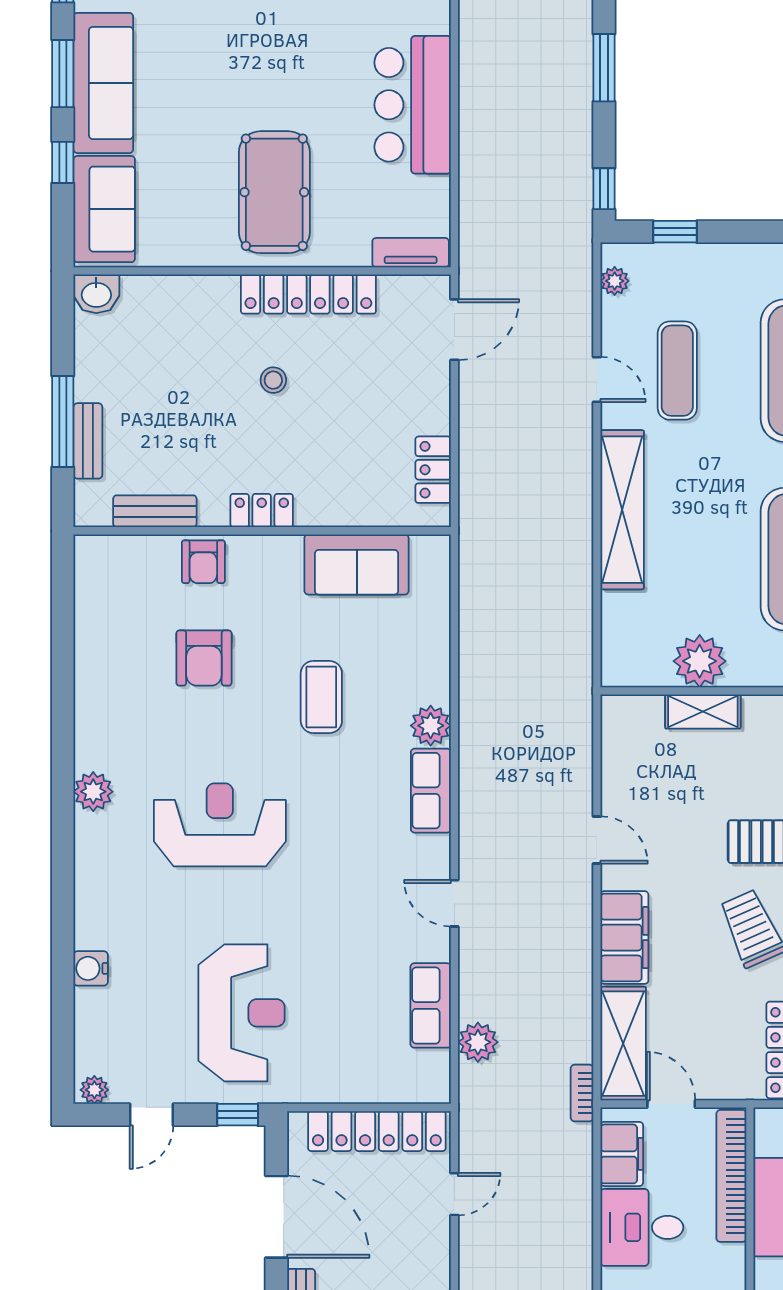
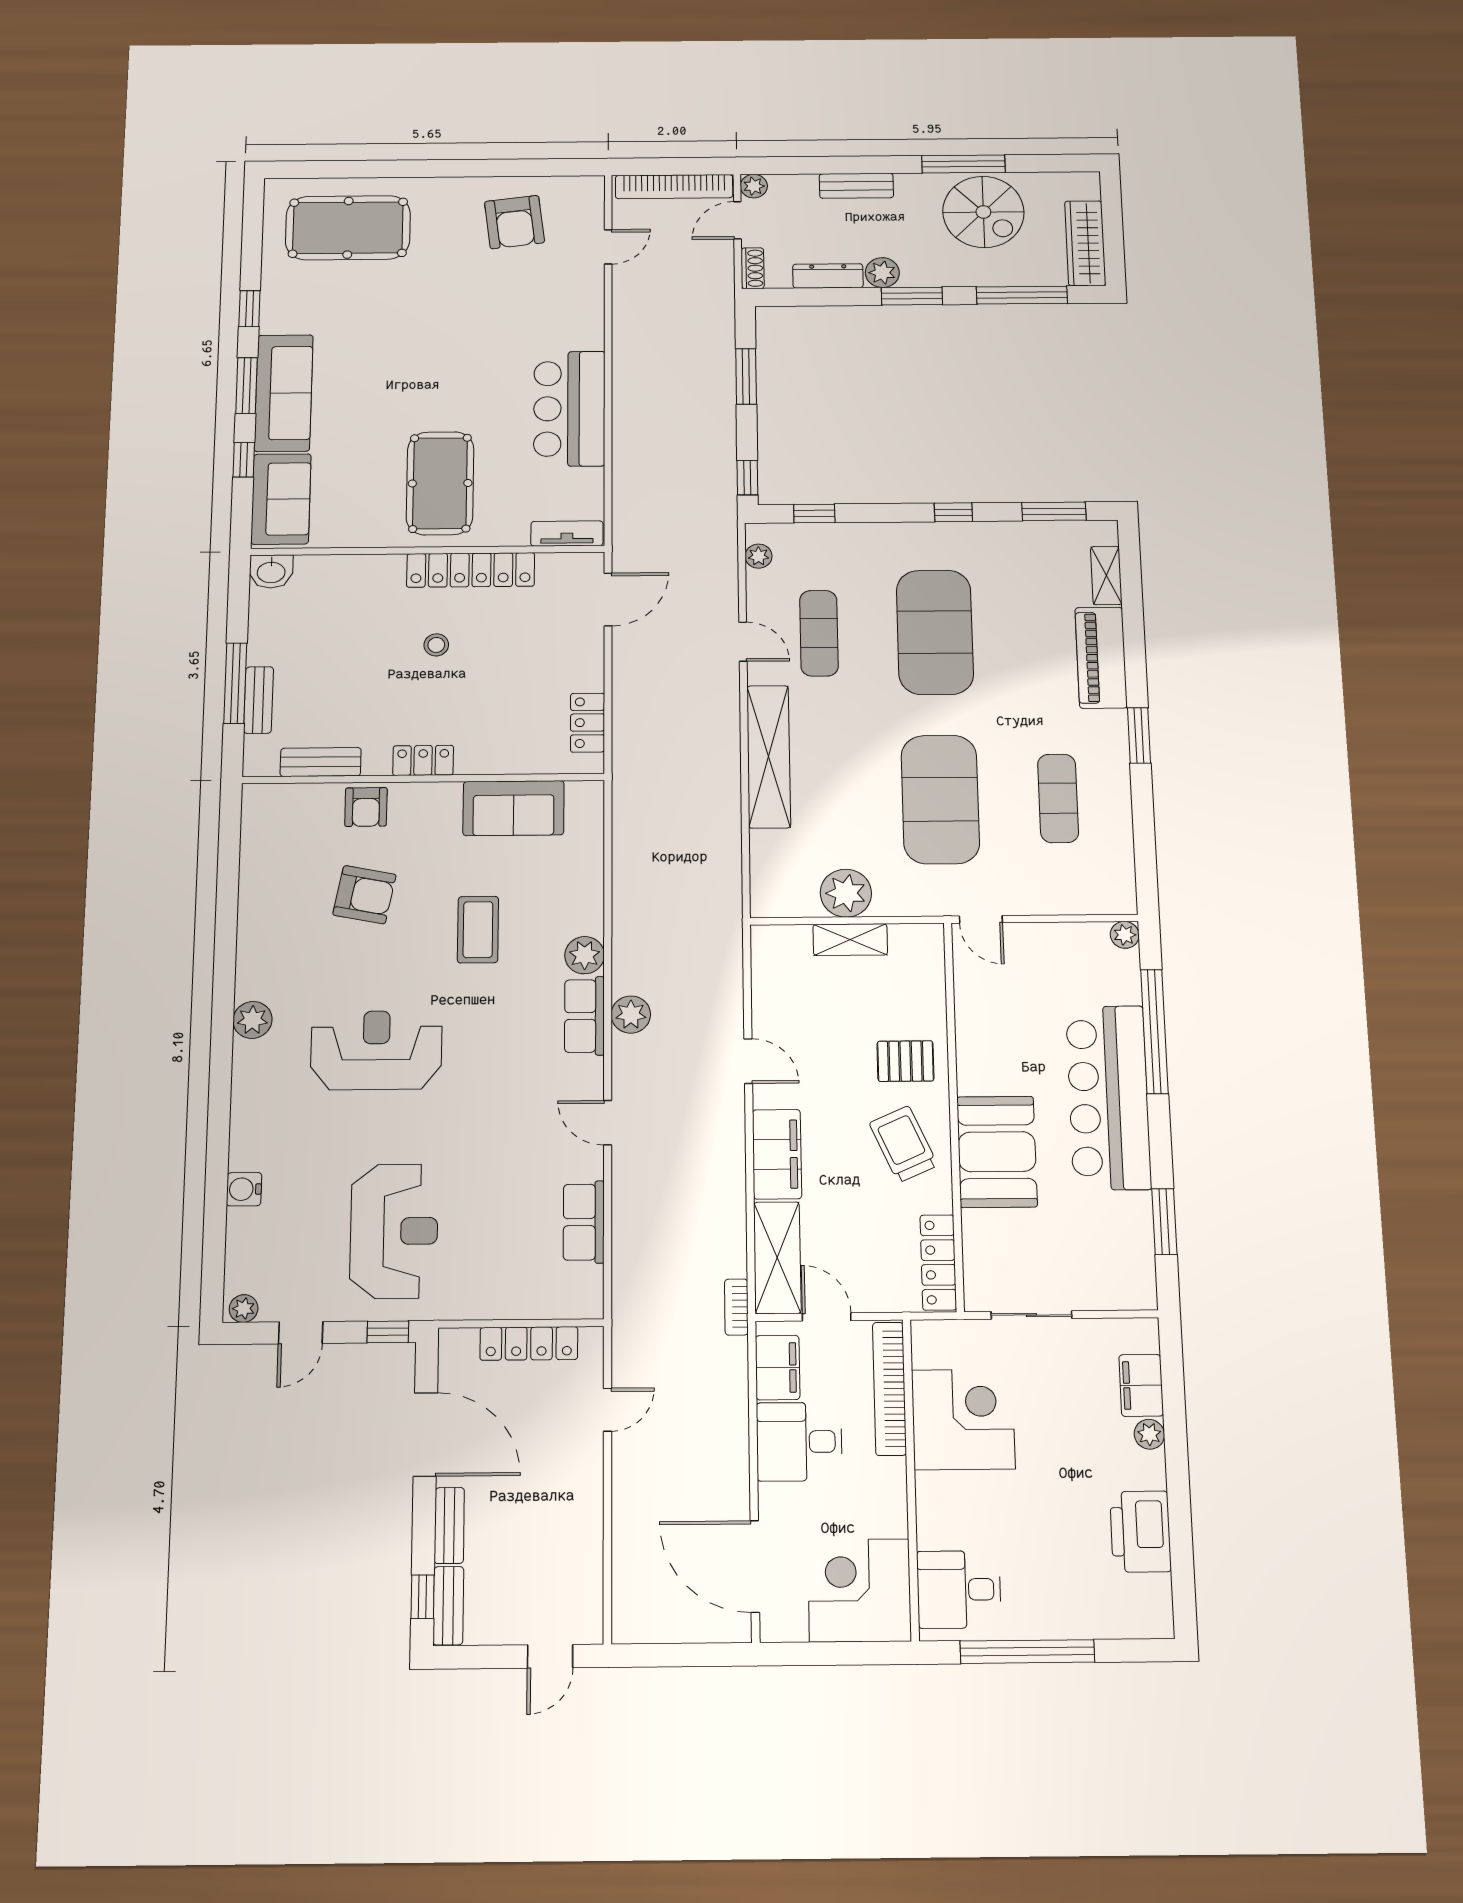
armchair: (204, 658) -> (364, 895), turned -79
plant: (478, 1042) -> (631, 1015), moved
locker: (377, 1131) -> (529, 1343), width x0.71, depth x0.83

